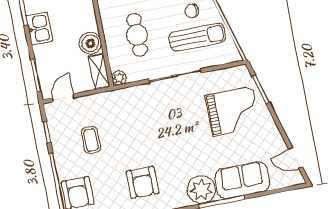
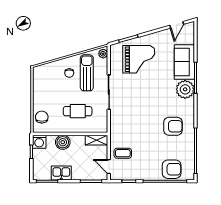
boiler: (90, 43) -> (63, 142), moved
plant: (119, 78) -> (103, 54), moved
grand piano: (233, 111) -> (139, 59), turned 90
coffee table: (91, 140) -> (123, 153), moved

